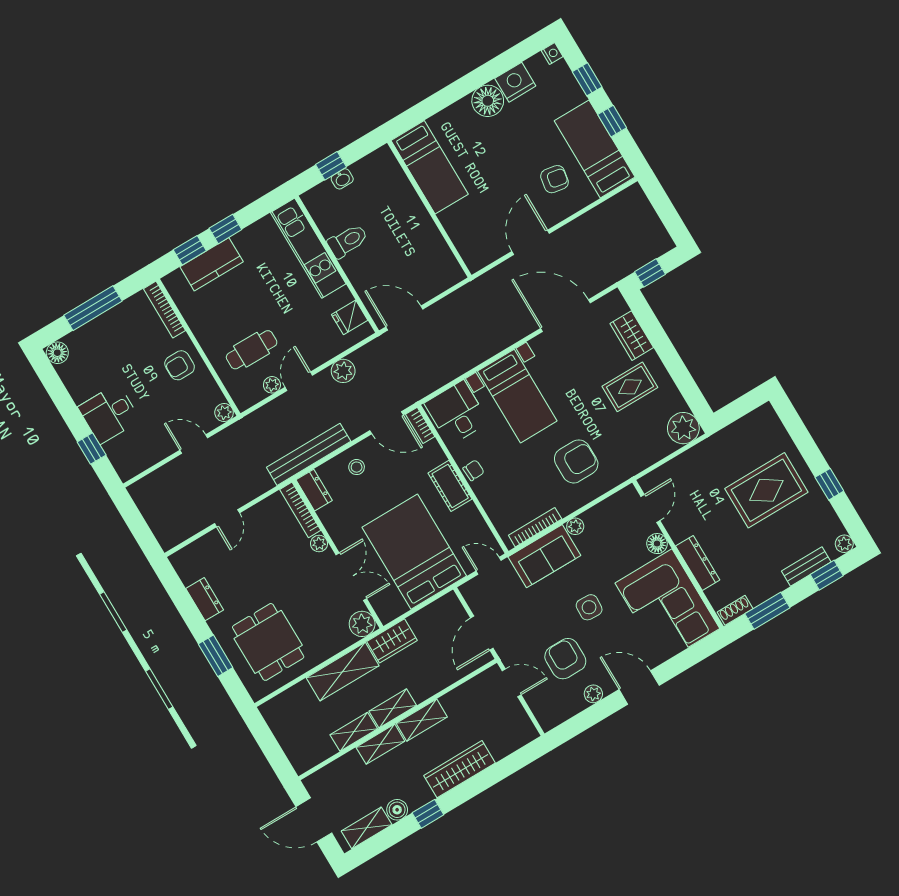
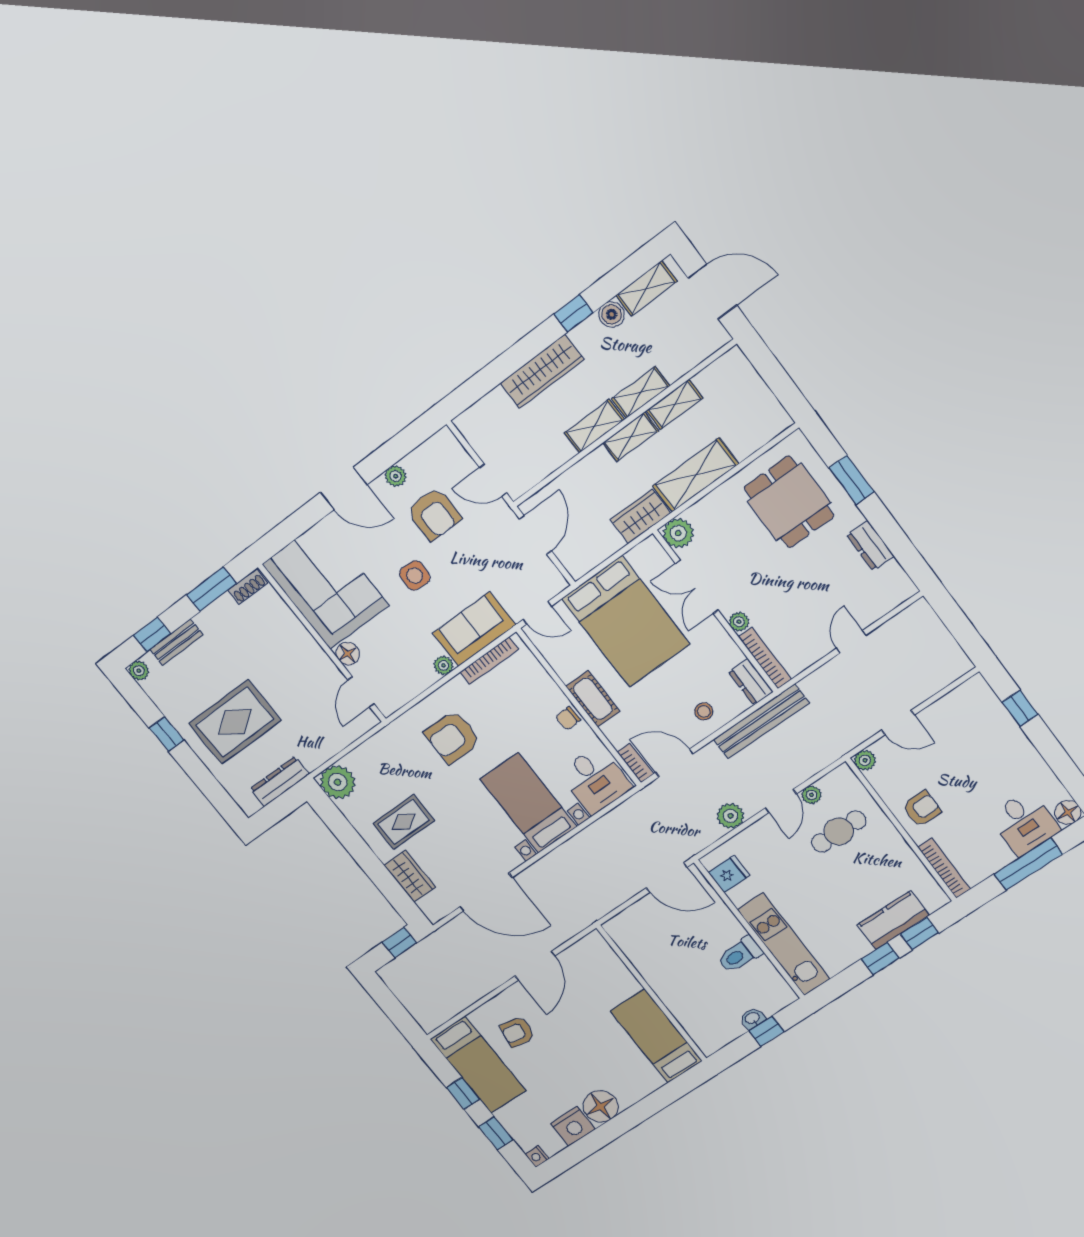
desk: (109, 414) -> (1024, 823), moved, turned 90
dresser: (698, 563) -> (280, 781), moved, turned 90

